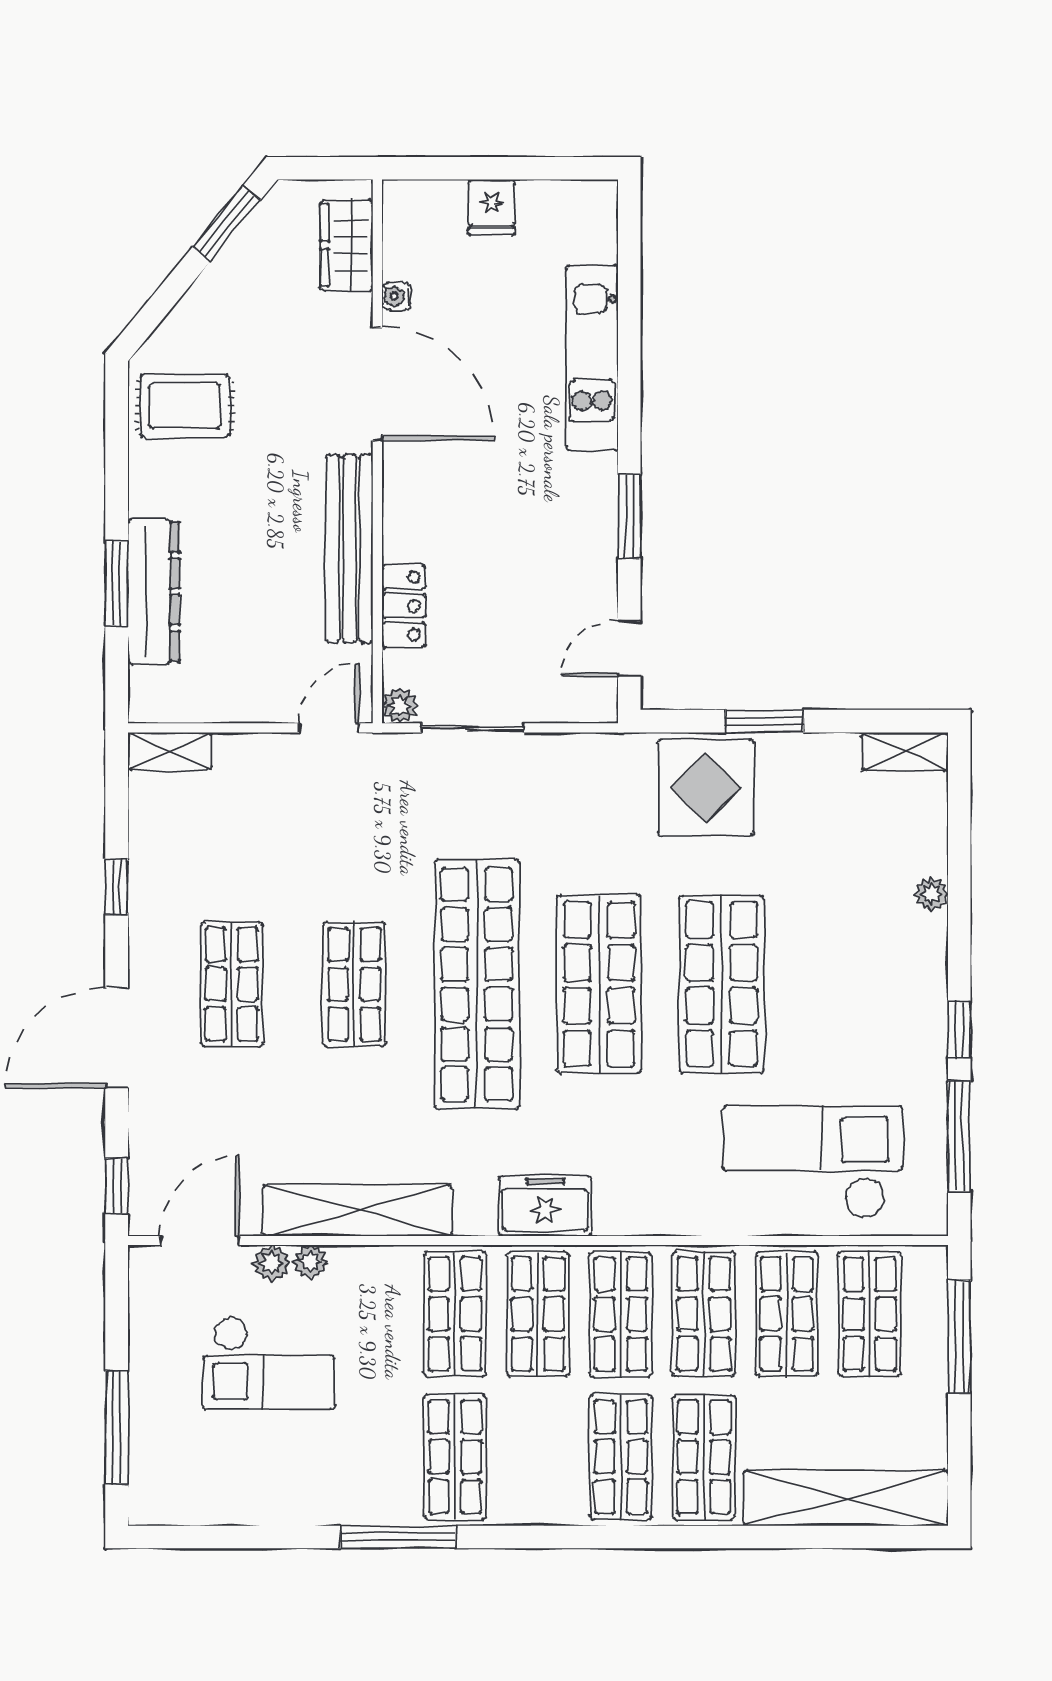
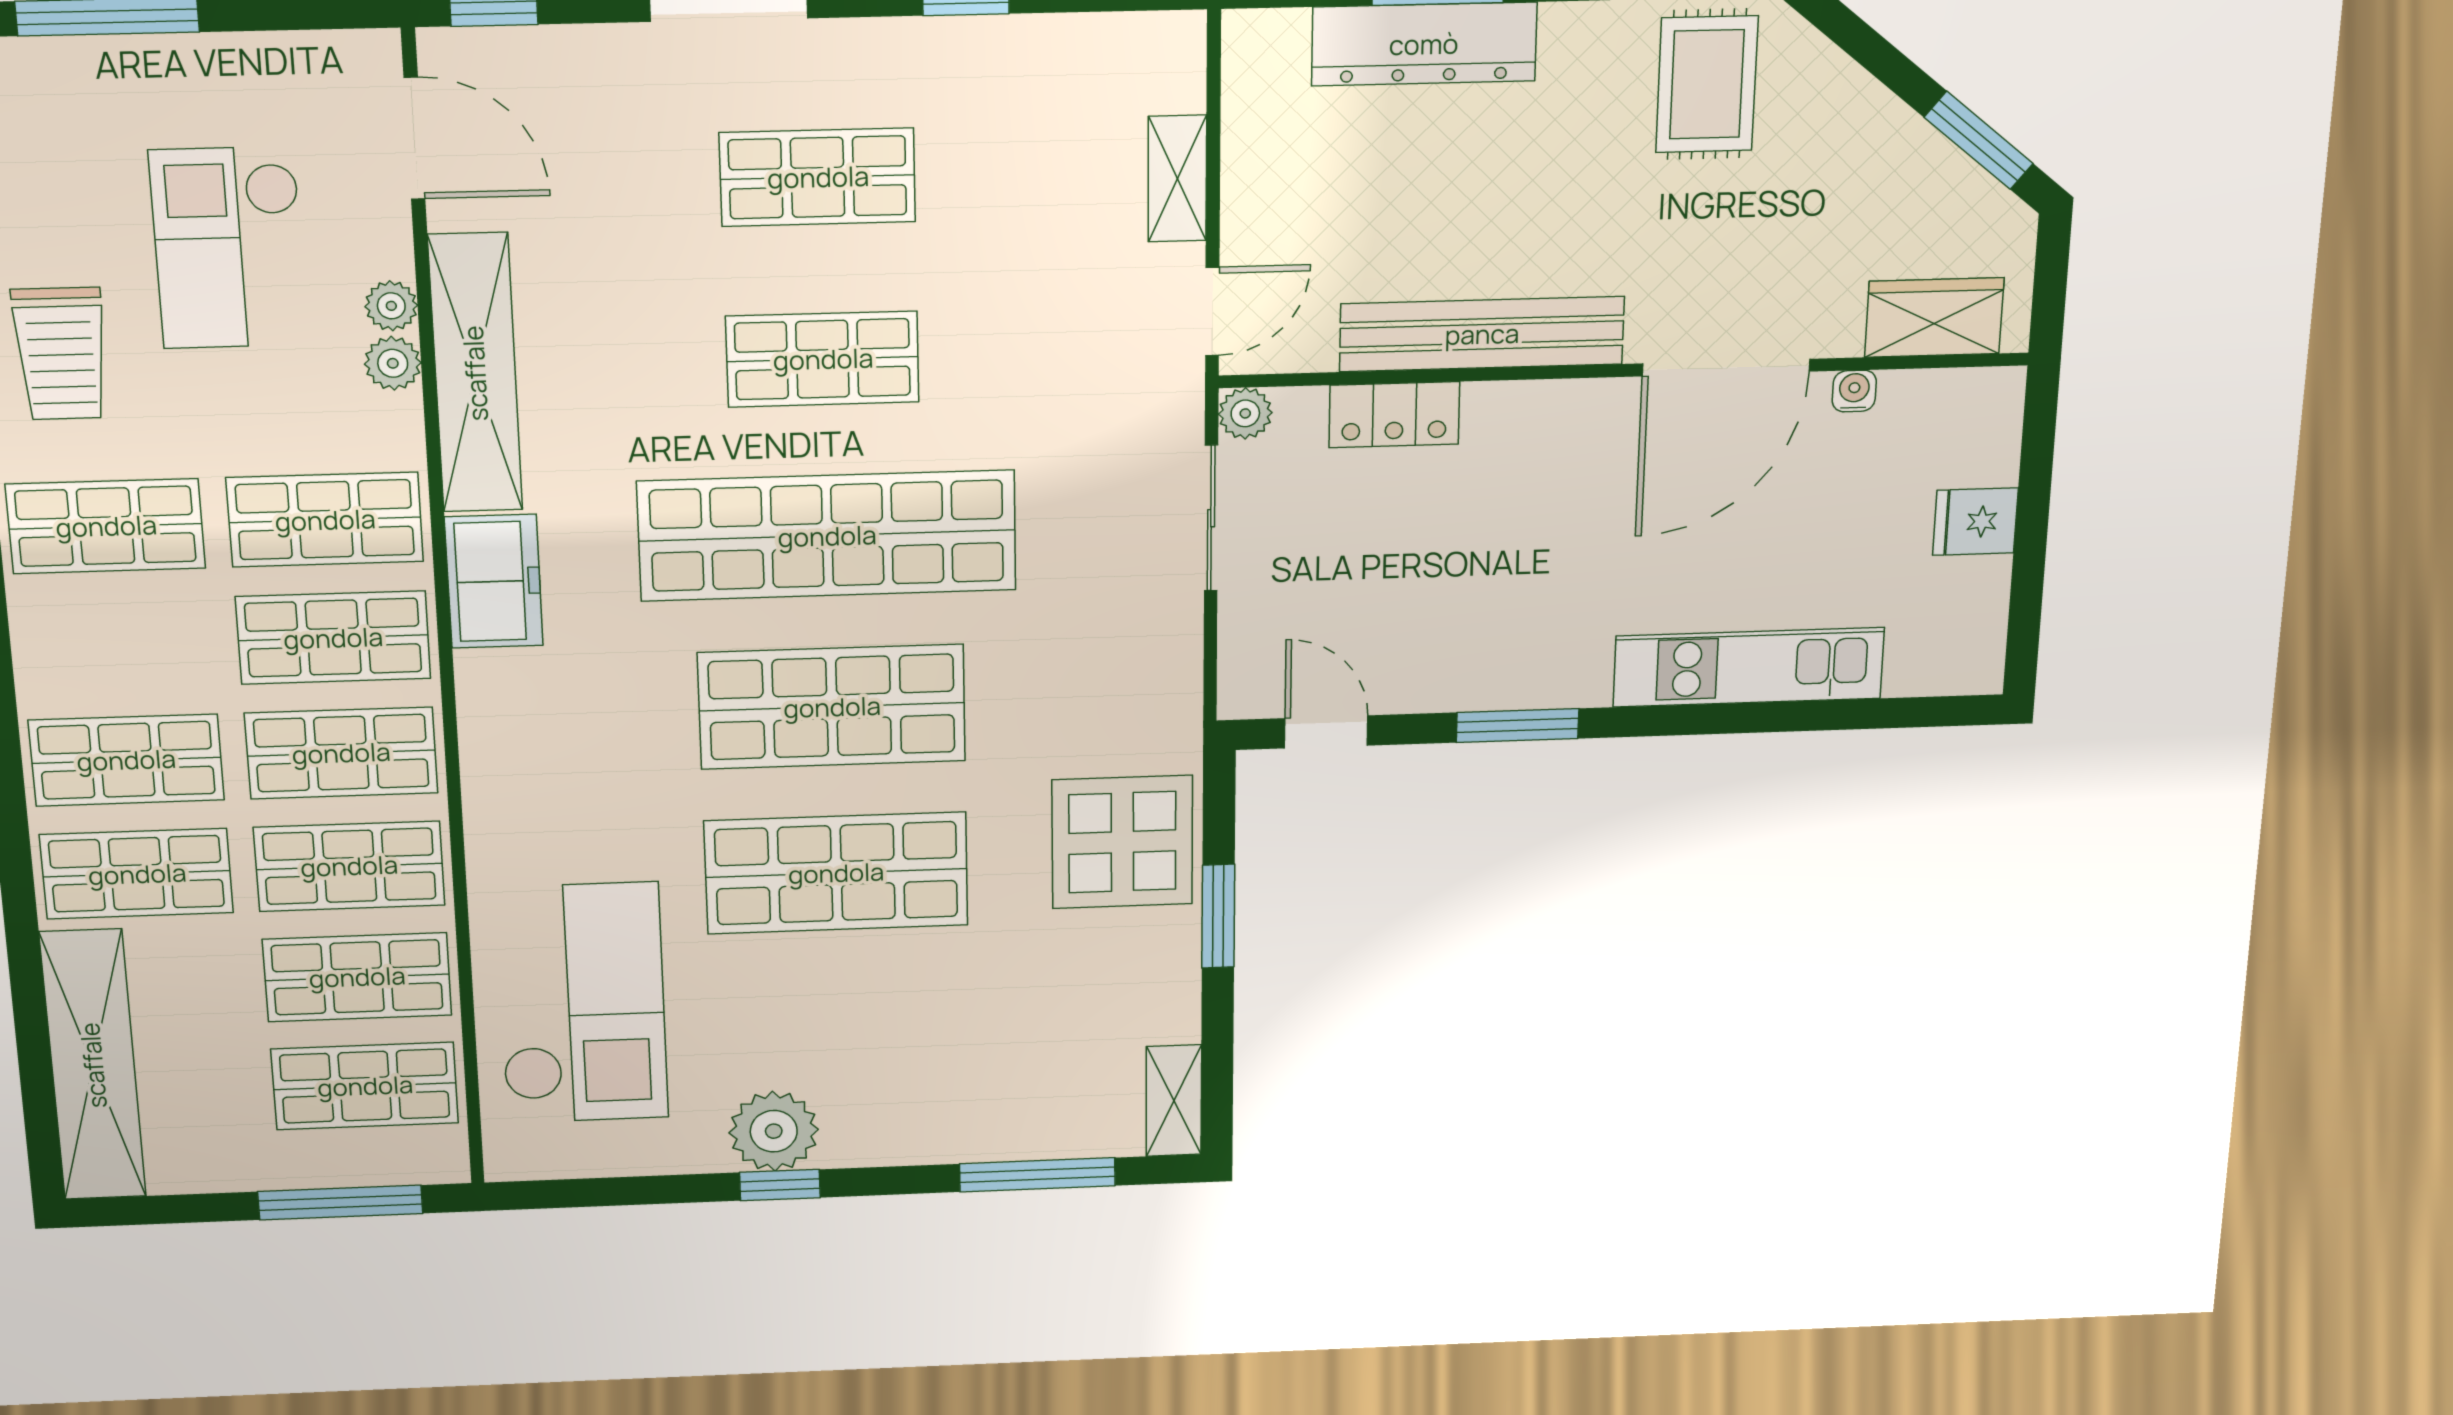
door: (329, 728) -> (1212, 311), hinge flipped
shelving: (170, 751) -> (1177, 179), moved
plant: (931, 894) -> (774, 1131), moved, width x1.87, depth x1.87
window: (959, 1136) -> (1037, 1175), moved
freezer: (545, 1206) -> (494, 581), moved
plant: (271, 1263) -> (393, 363), moved
trolley: (336, 1475) -> (61, 354), added

